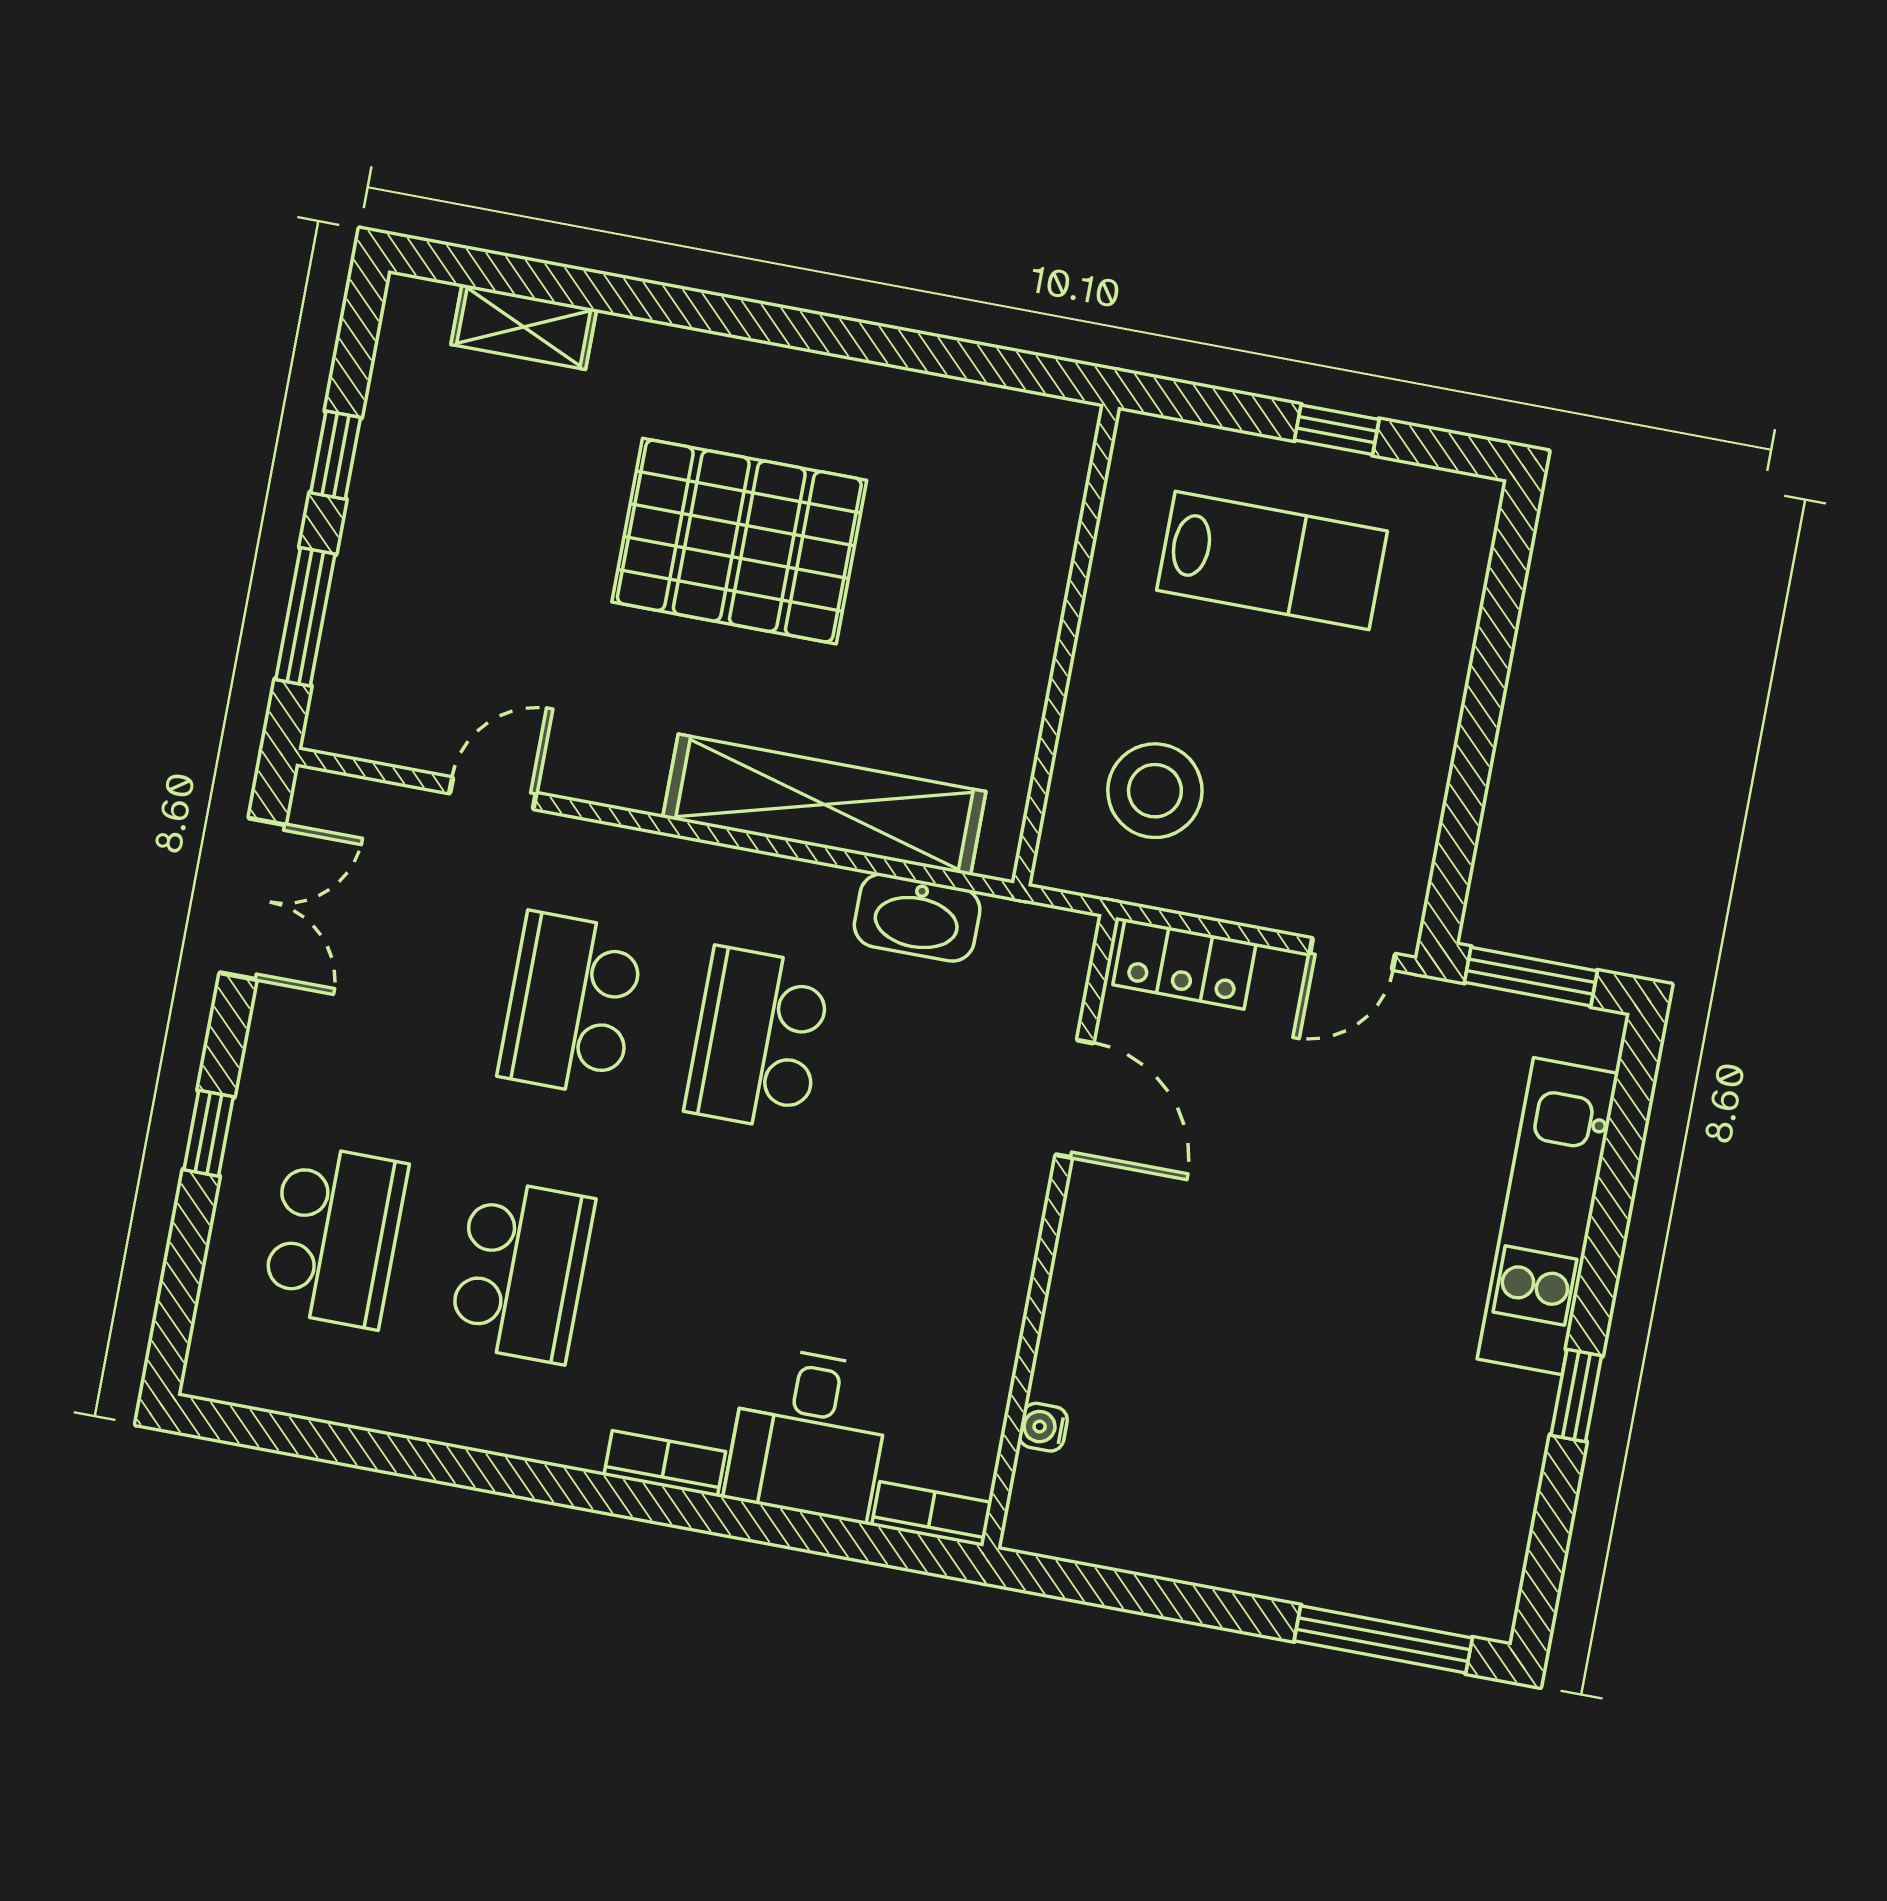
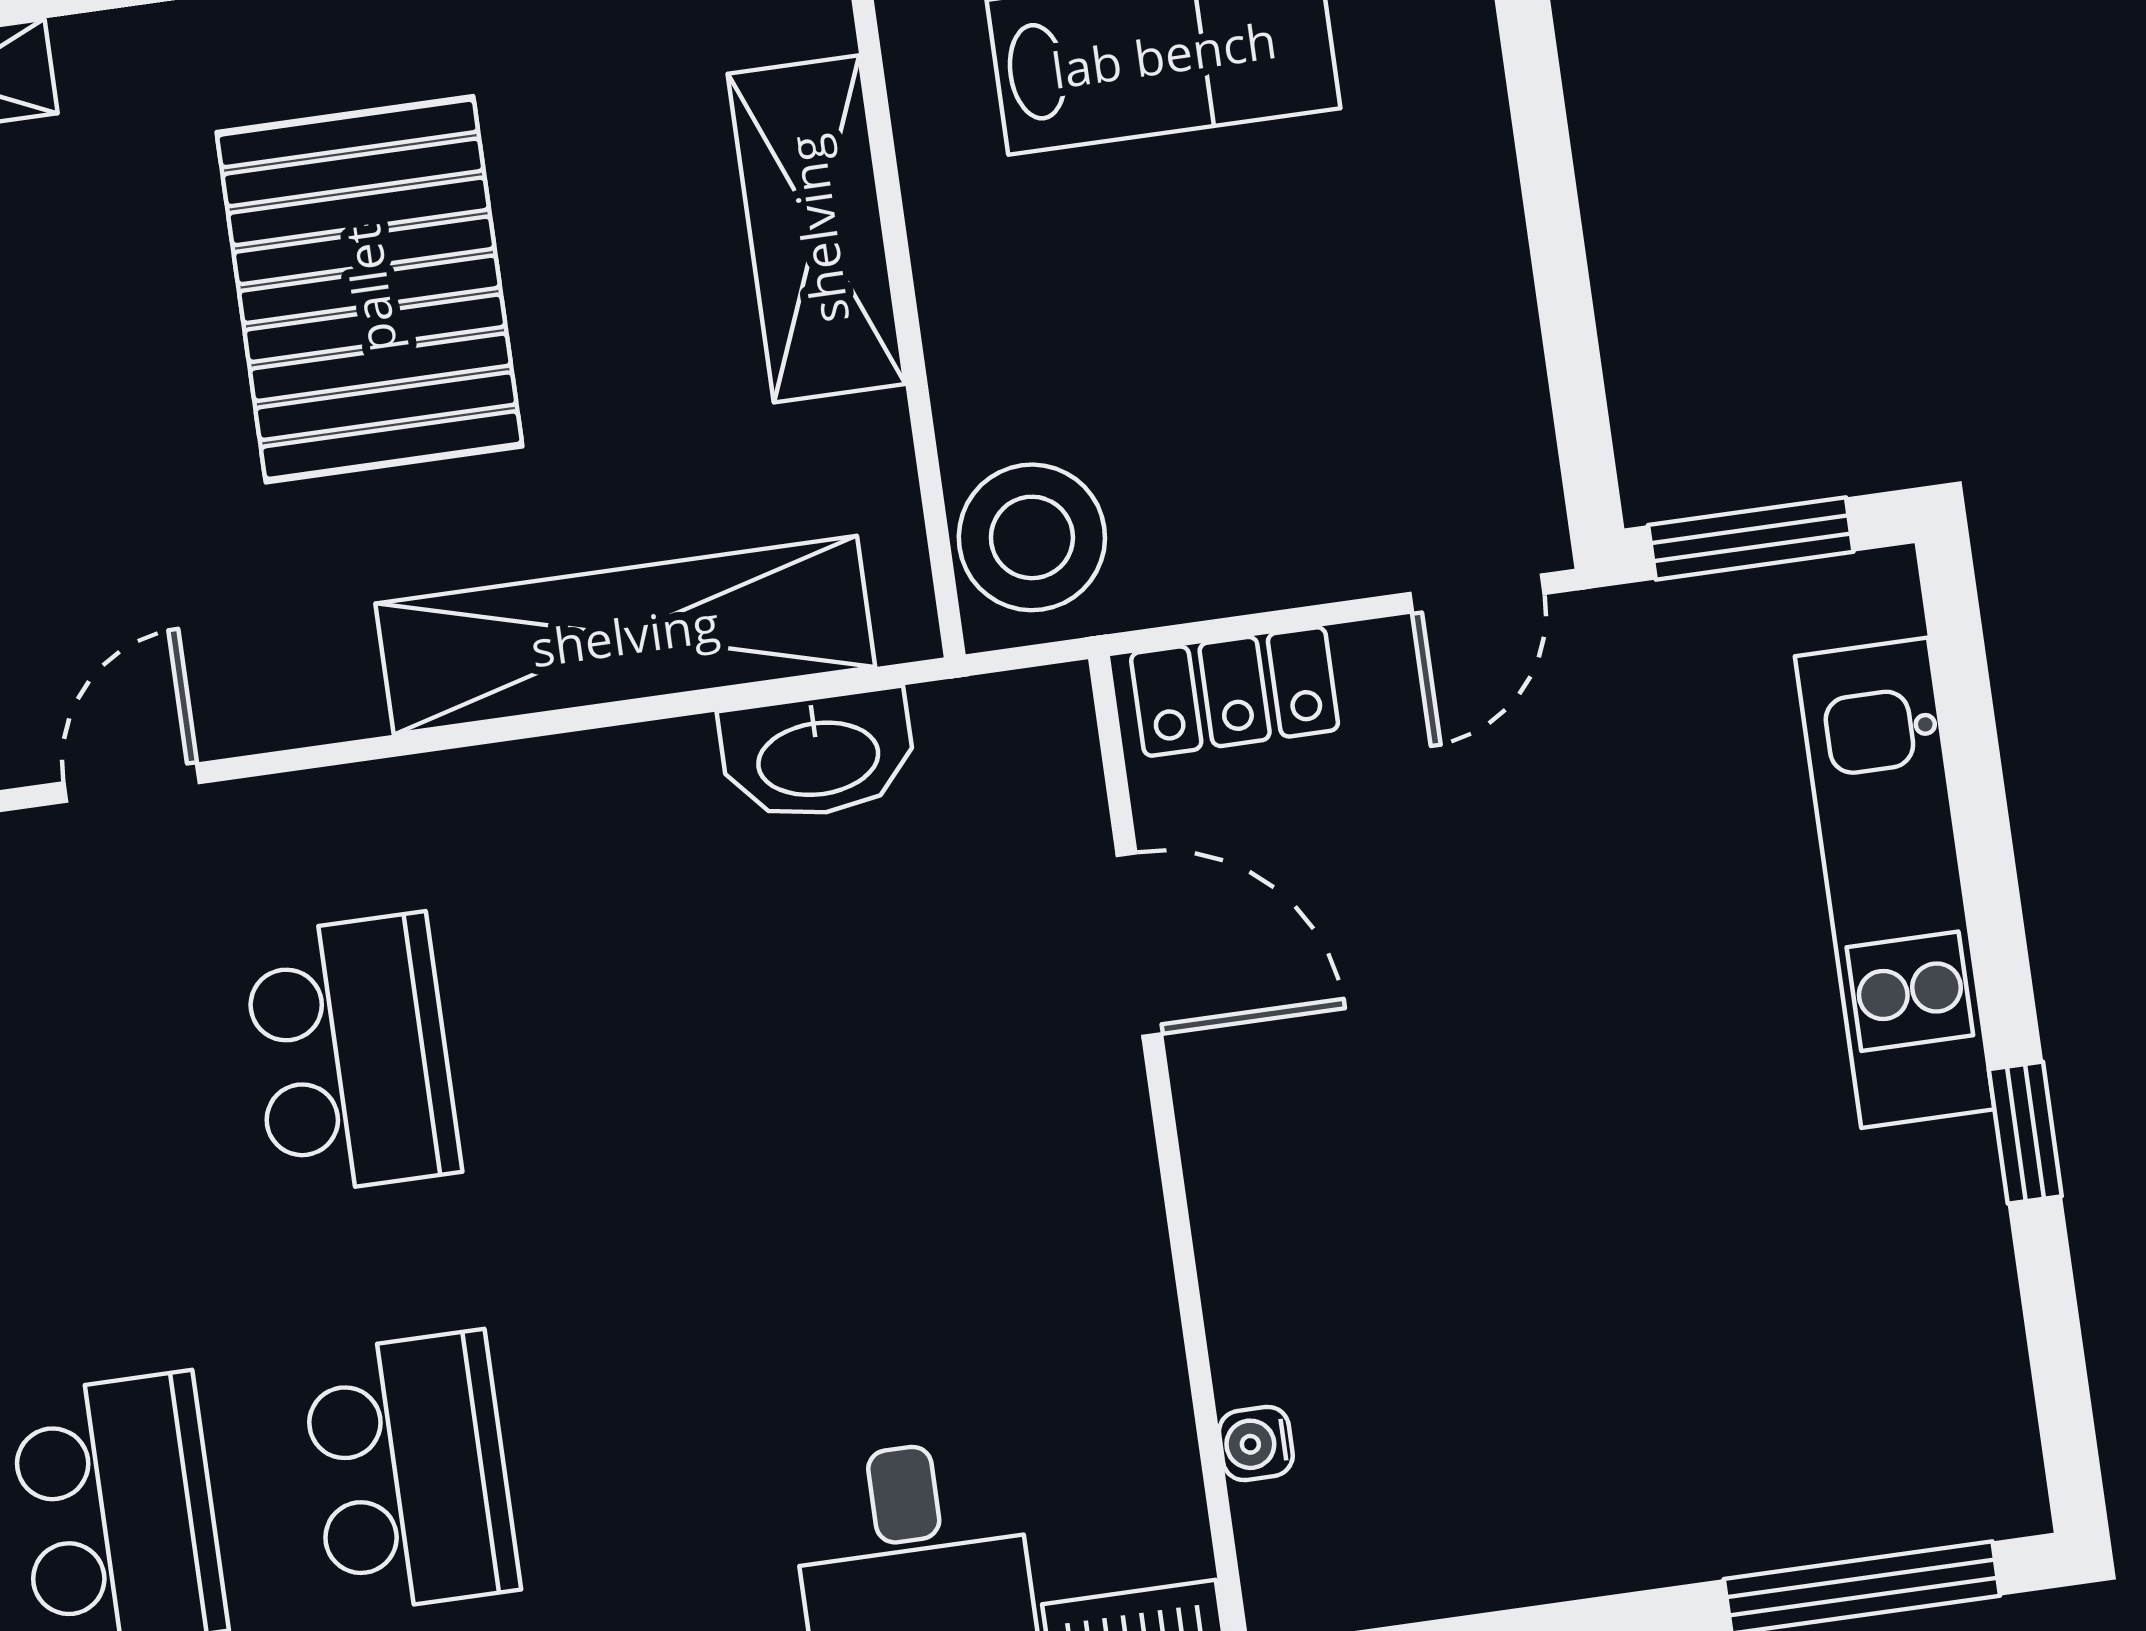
pallet: (739, 541) -> (369, 289), turned 90
shelving: (1024, 596) -> (817, 229), added
stool: (1155, 791) -> (1032, 537), moved
school desk: (571, 1004) -> (352, 1054), turned 180
school desk: (758, 1039) -> (644, 1013), removed

